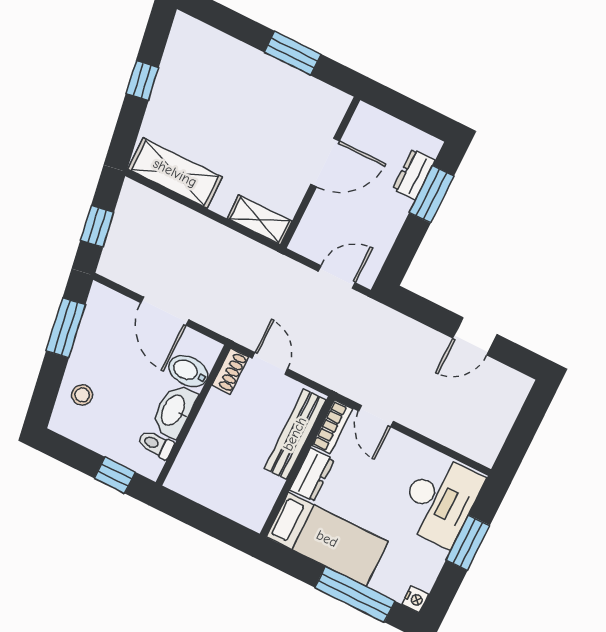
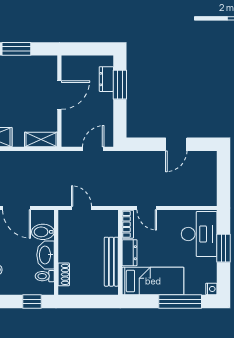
shoe rack: (230, 371) -> (64, 274), moved
bench: (295, 434) -> (111, 262), moved

